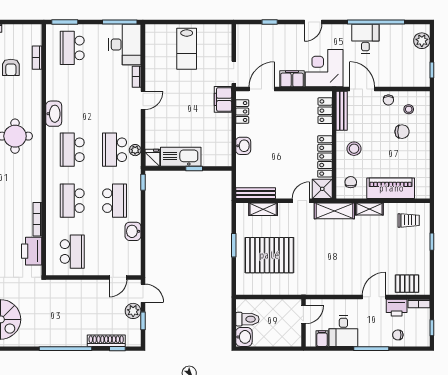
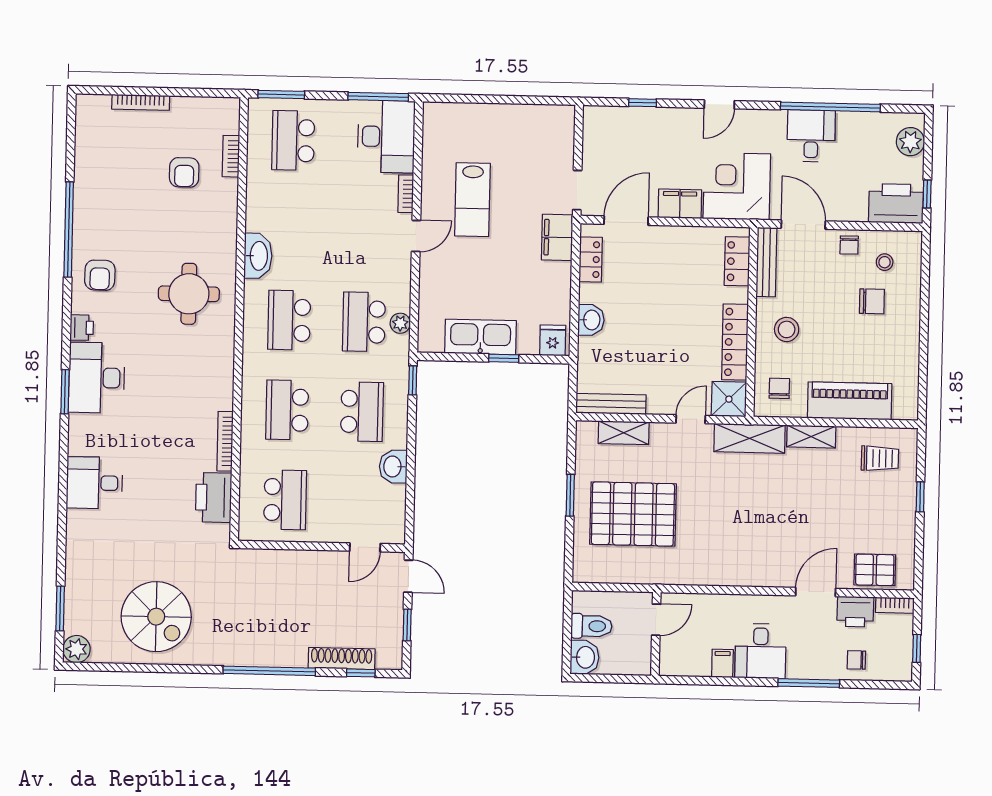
lab bench: (187, 49) -> (472, 200), moved
printer: (414, 76) -> (896, 204), added
fridge: (152, 158) -> (553, 340), moved
plant: (133, 311) -> (390, 607), removed
door: (303, 315) -> (656, 620), moved
wall: (303, 323) -> (656, 634), moved

